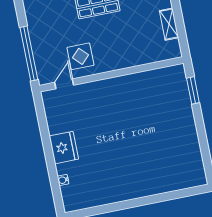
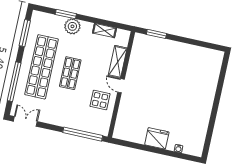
shelving: (137, 57) -> (118, 62), added
door: (64, 84) -> (121, 86), moved

